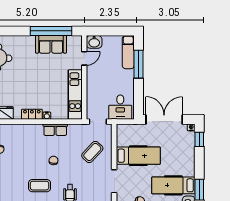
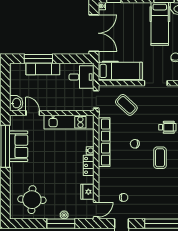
exam couch: (128, 52) -> (43, 69), moved
double door: (164, 119) -> (94, 33), swing flipped
row of seats: (55, 130) -> (104, 142), width x2.02
hospital bed: (138, 156) -> (120, 71), moved, turned 90

